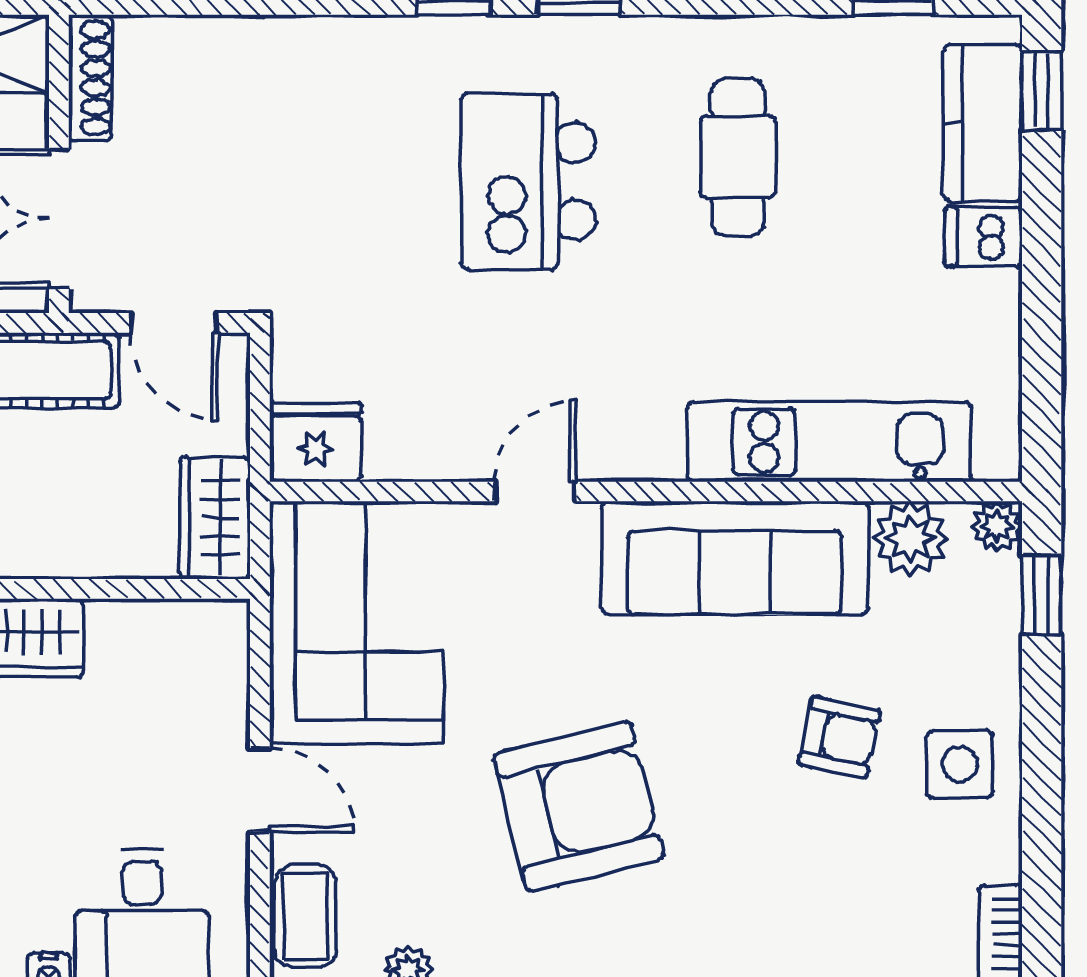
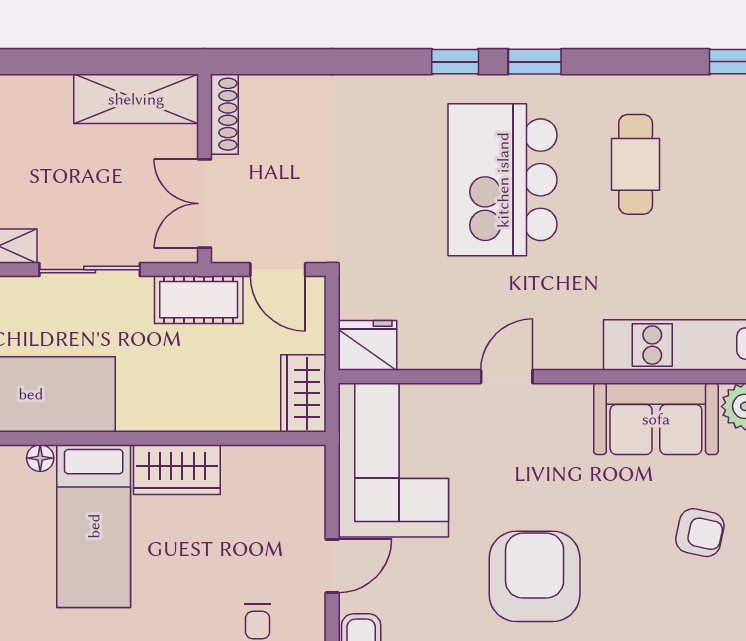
kitchen island: (528, 181) -> (503, 180), width x1.37, depth x1.28
sofa: (735, 558) -> (656, 419), width x0.73
door: (260, 790) -> (332, 566), hinge flipped
armchair: (579, 806) -> (535, 576), turned -76

